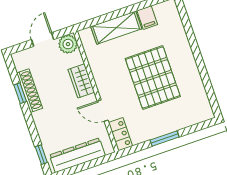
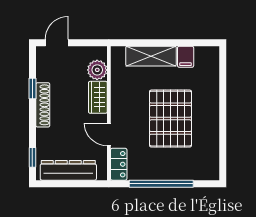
door: (43, 39) -> (57, 43), moved
plant: (68, 44) -> (97, 70), moved
shoe rack: (30, 91) -> (43, 105), moved
window: (165, 139) -> (161, 184), width x2.11

